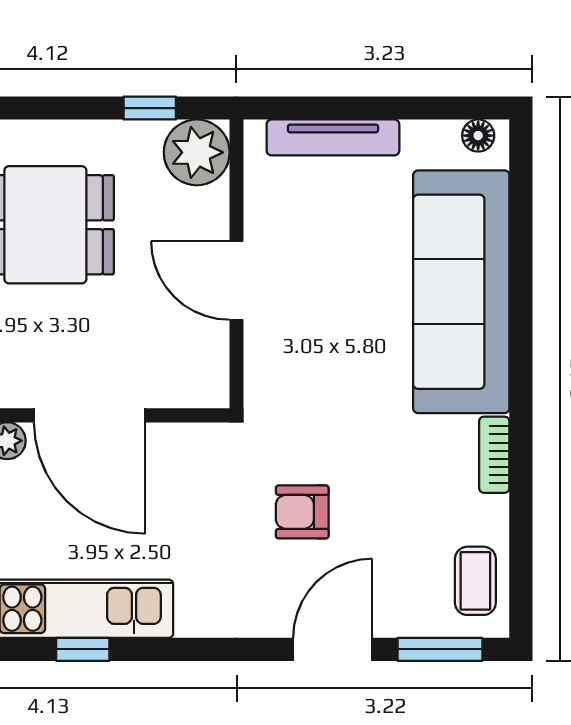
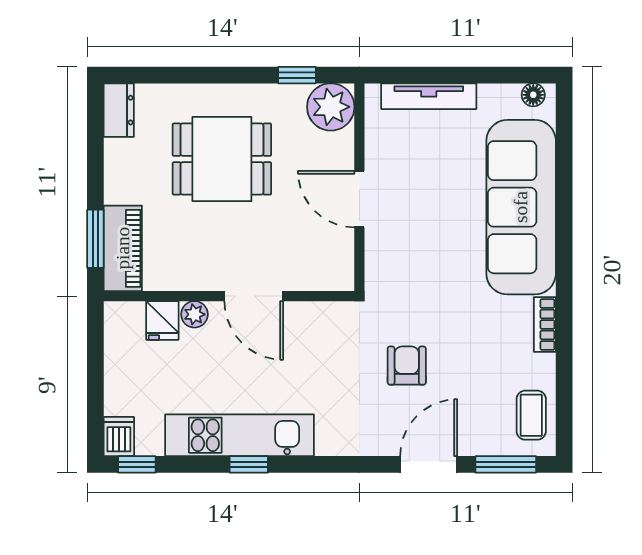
door: (90, 415) -> (254, 296), width x0.73
armchair: (302, 512) -> (407, 366), turned 90

